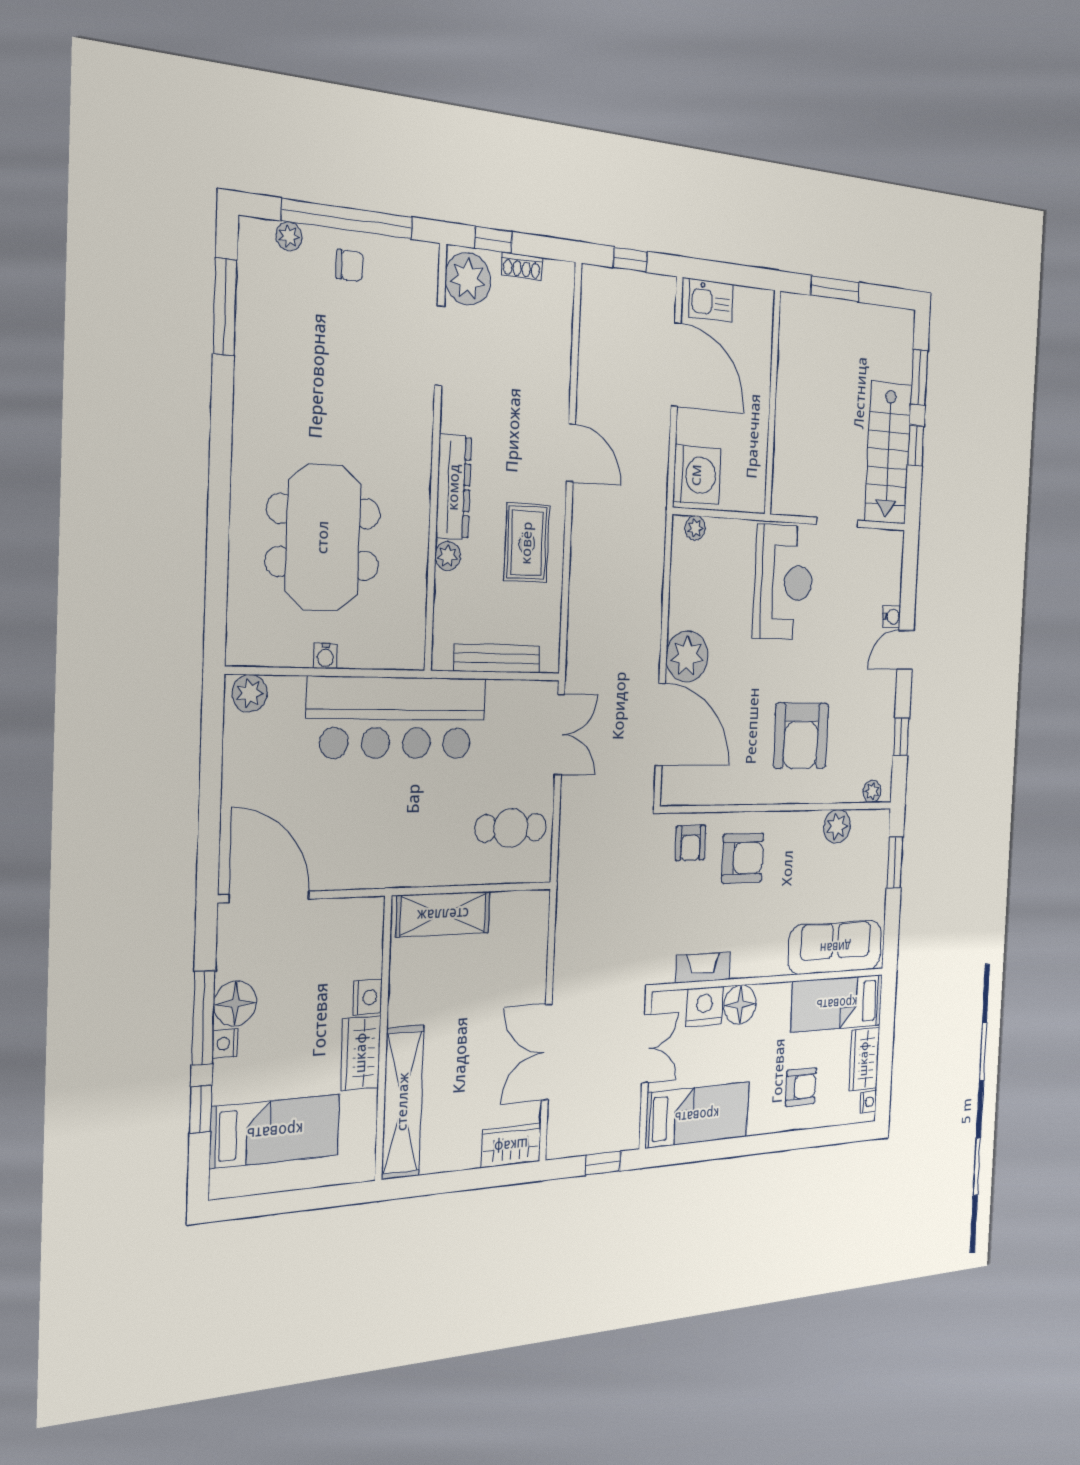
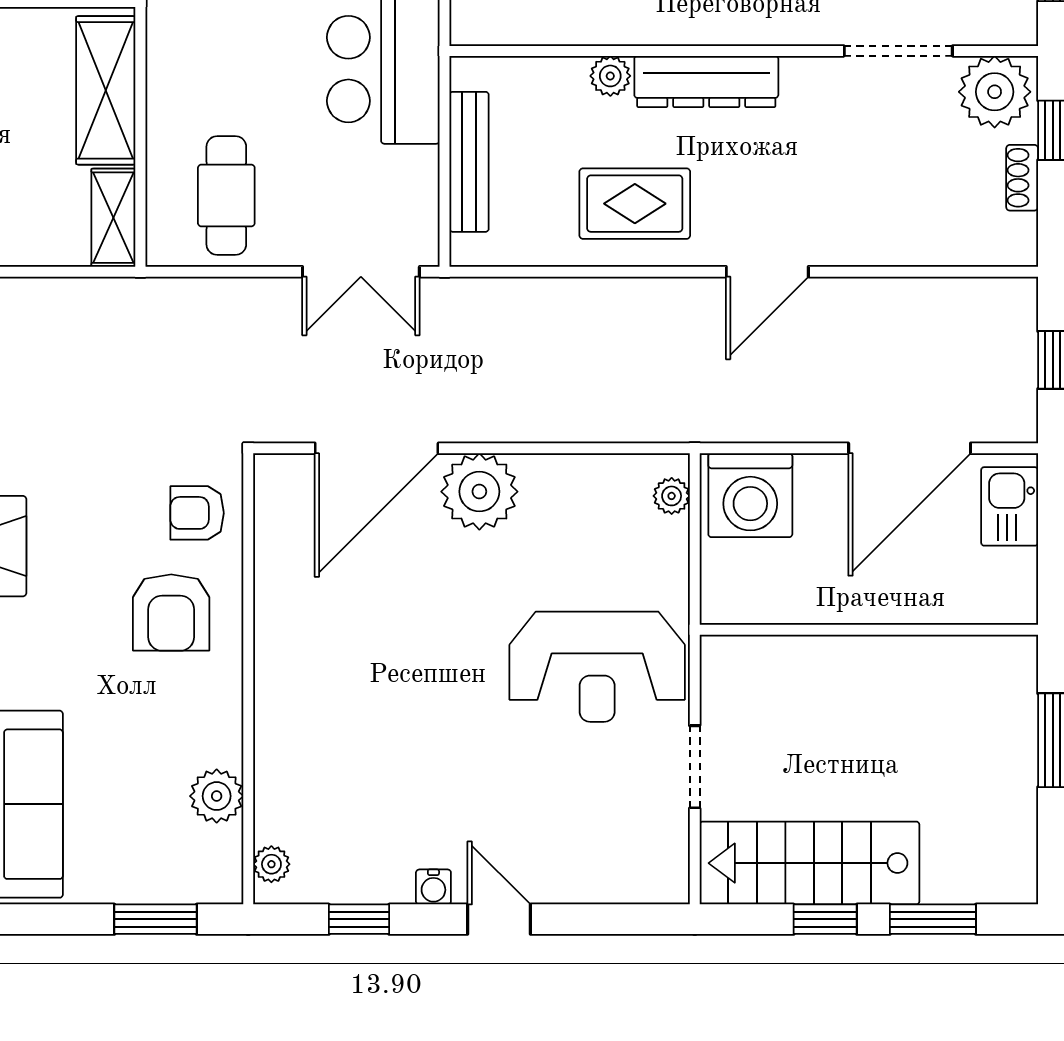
water cooler: (892, 617) -> (433, 887), moved
armchair: (801, 736) -> (360, 715), removed
shelving: (521, 905) -> (113, 218), added

